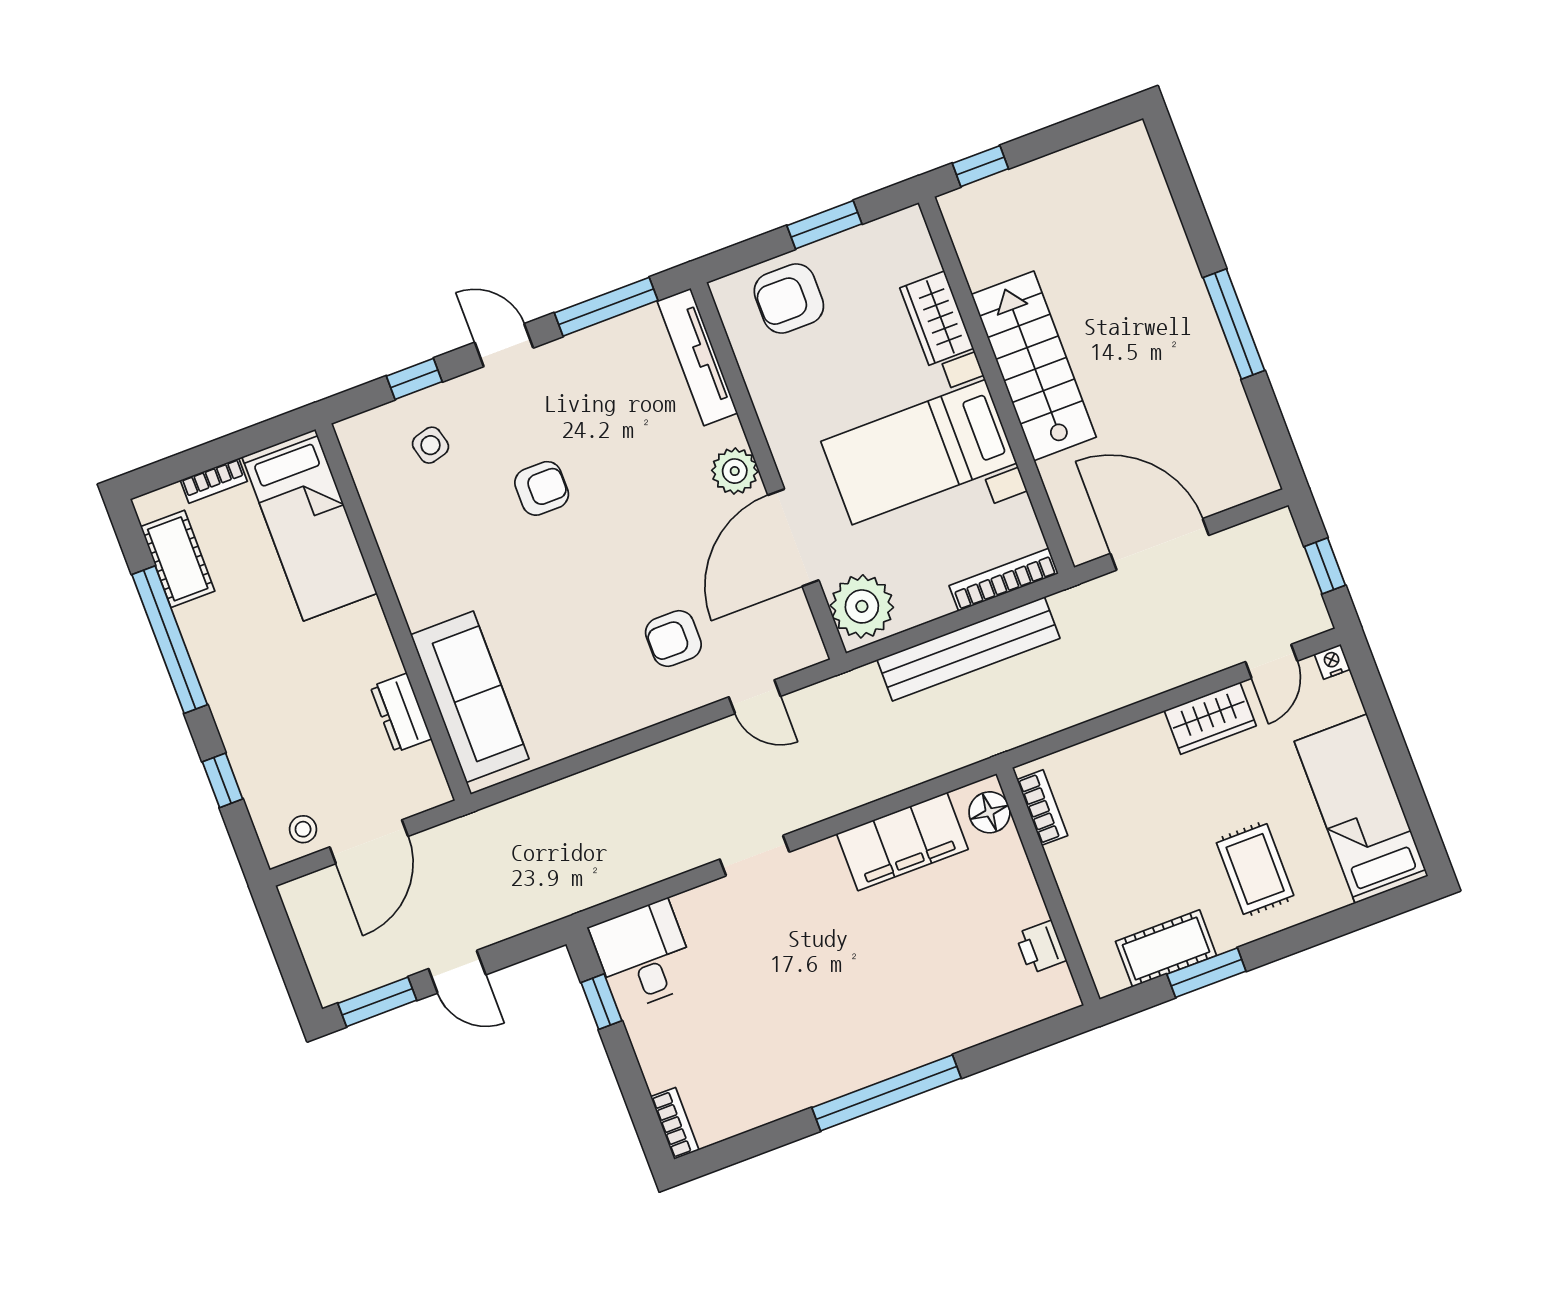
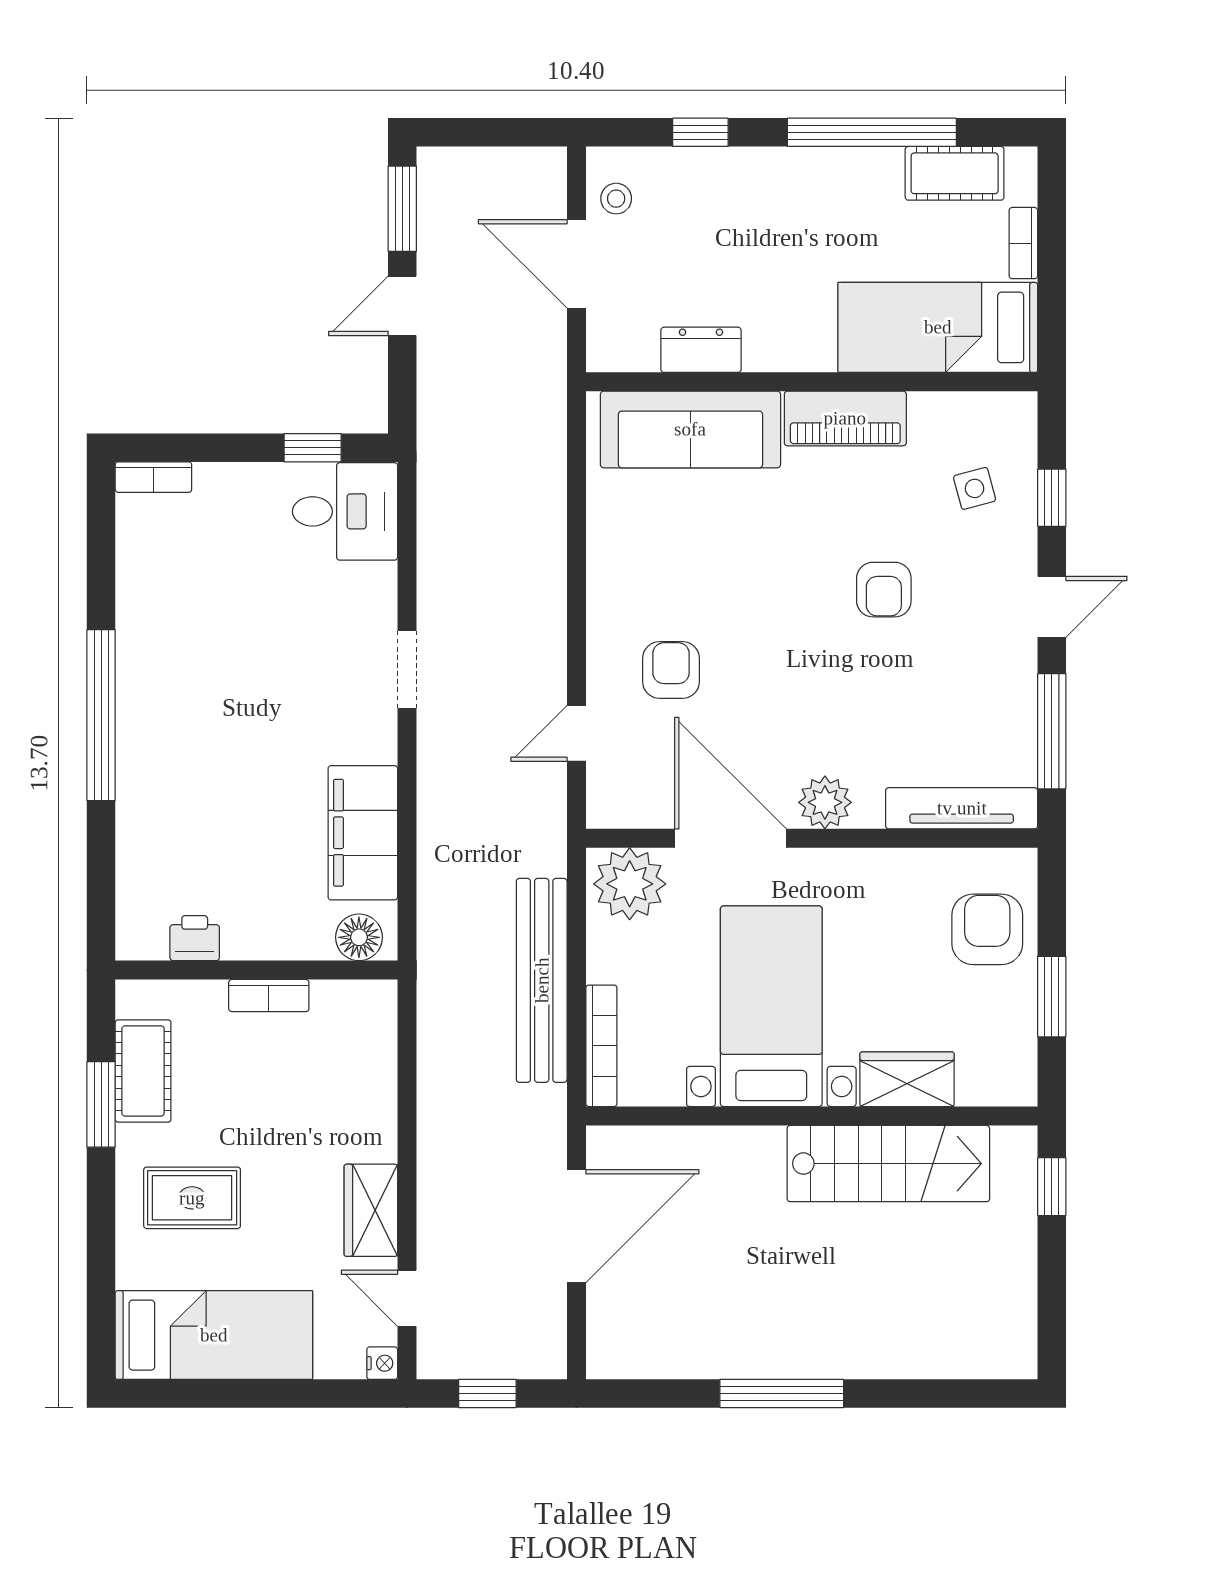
stairs: (1034, 366) -> (888, 1164), moved
piano: (413, 573) -> (845, 418), added
bookcase: (1042, 808) -> (269, 996), moved

